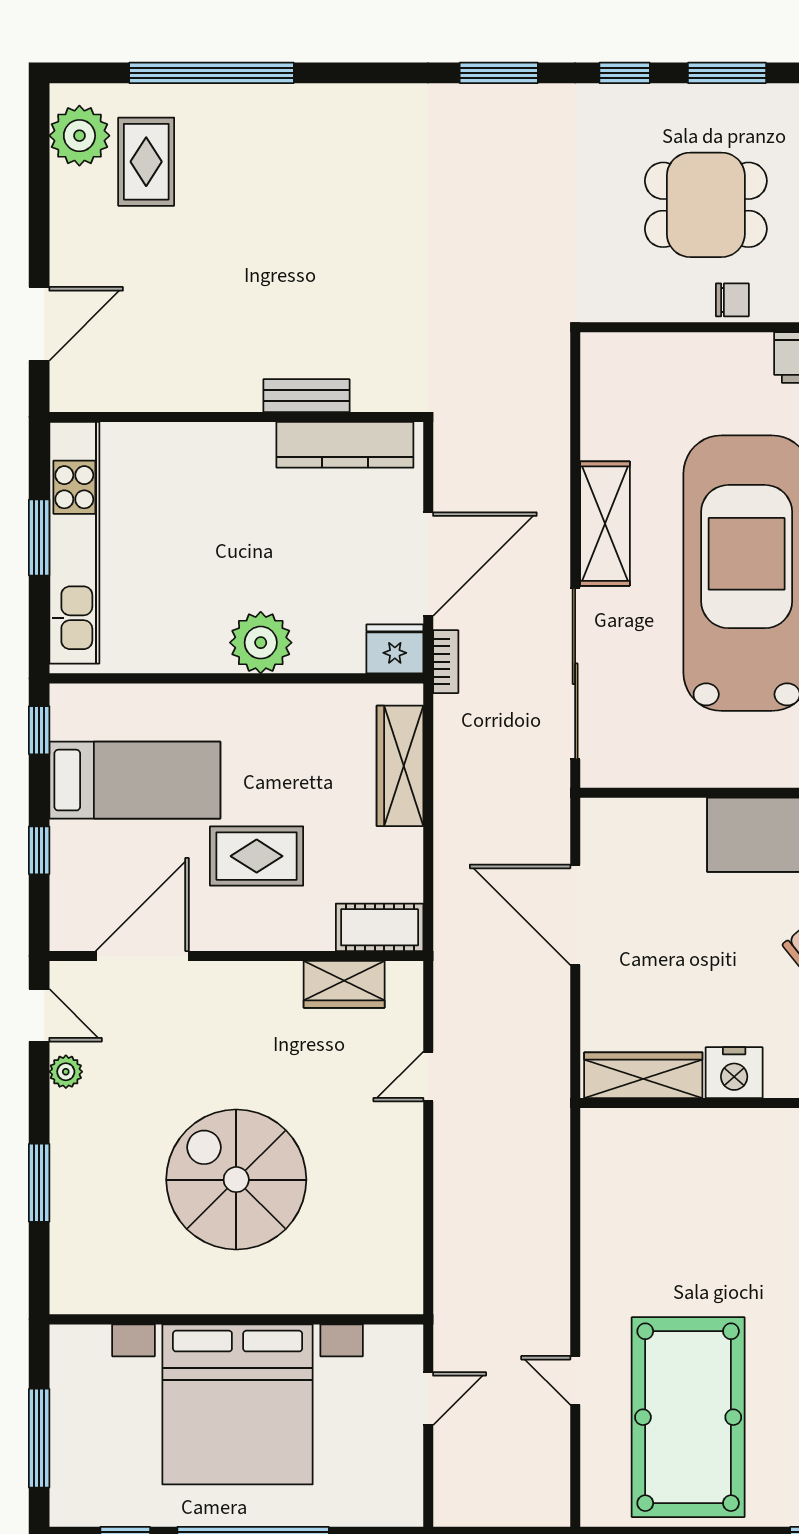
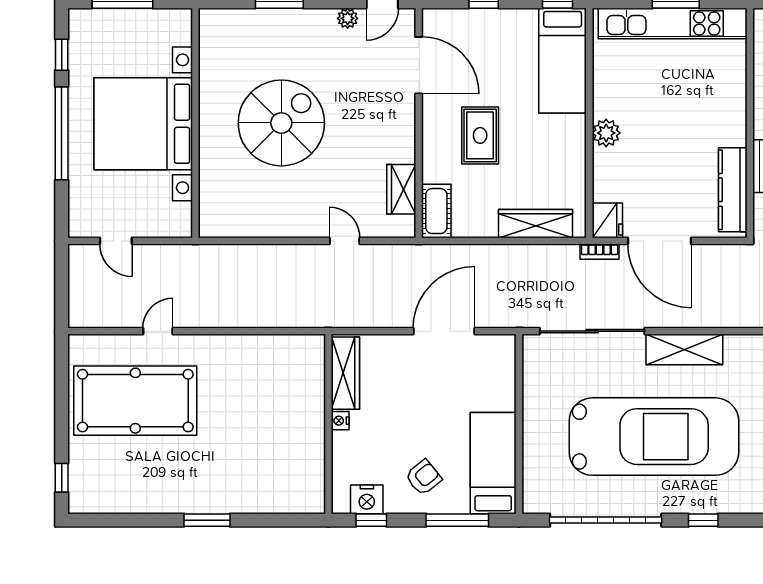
plant: (261, 643) -> (606, 133), width x0.73, depth x0.73
bed: (135, 780) -> (563, 61), moved
nightstand: (734, 1073) -> (340, 421), width x0.53, depth x0.56
door: (428, 1399) -> (116, 241), moved

